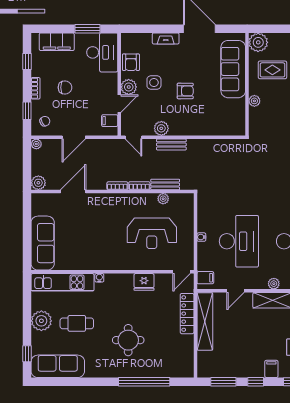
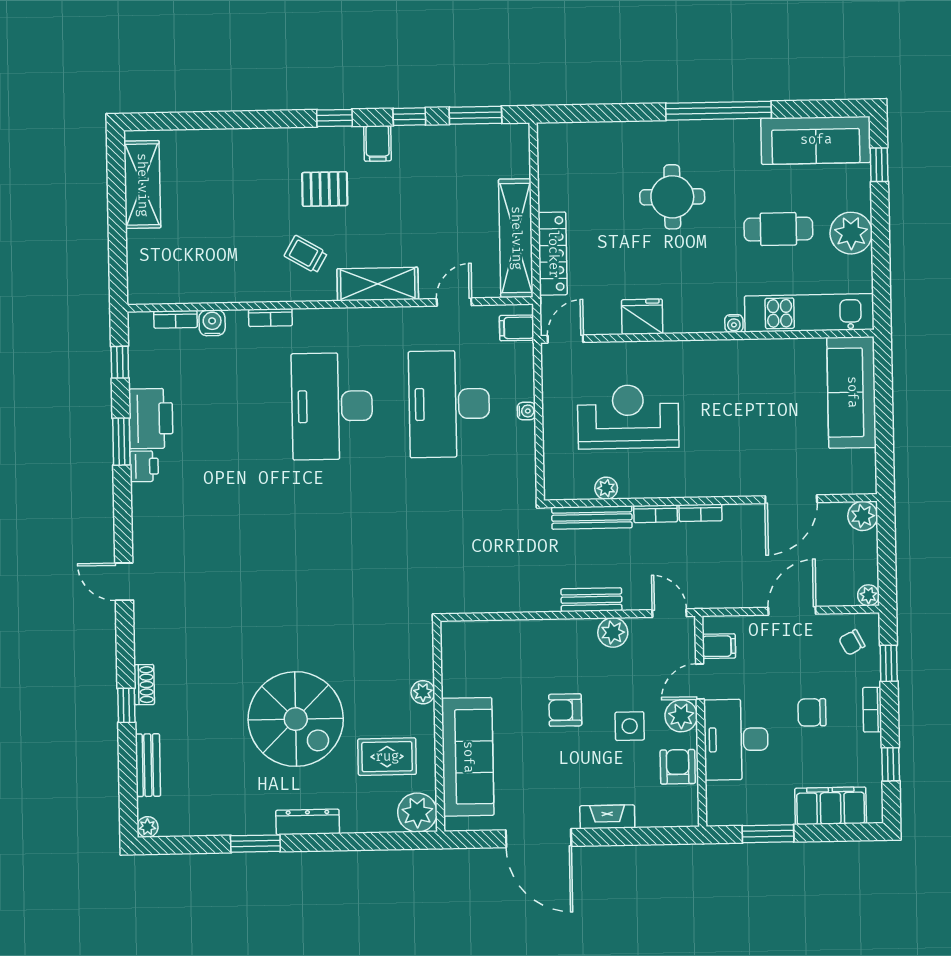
desk: (102, 52) -> (736, 739), moved
bench: (165, 185) -> (592, 518), width x1.36
plant: (274, 284) -> (376, 318), removed
window: (144, 382) -> (718, 111), moved

